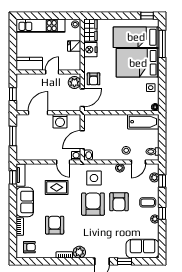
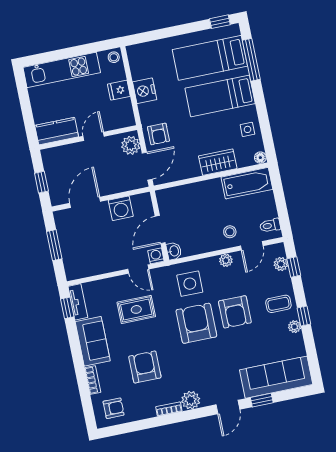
wardrobe: (90, 30) -> (218, 162), moved, turned -90
bed: (138, 63) -> (220, 96), width x0.67
sofa: (143, 249) -> (276, 377), width x1.36

